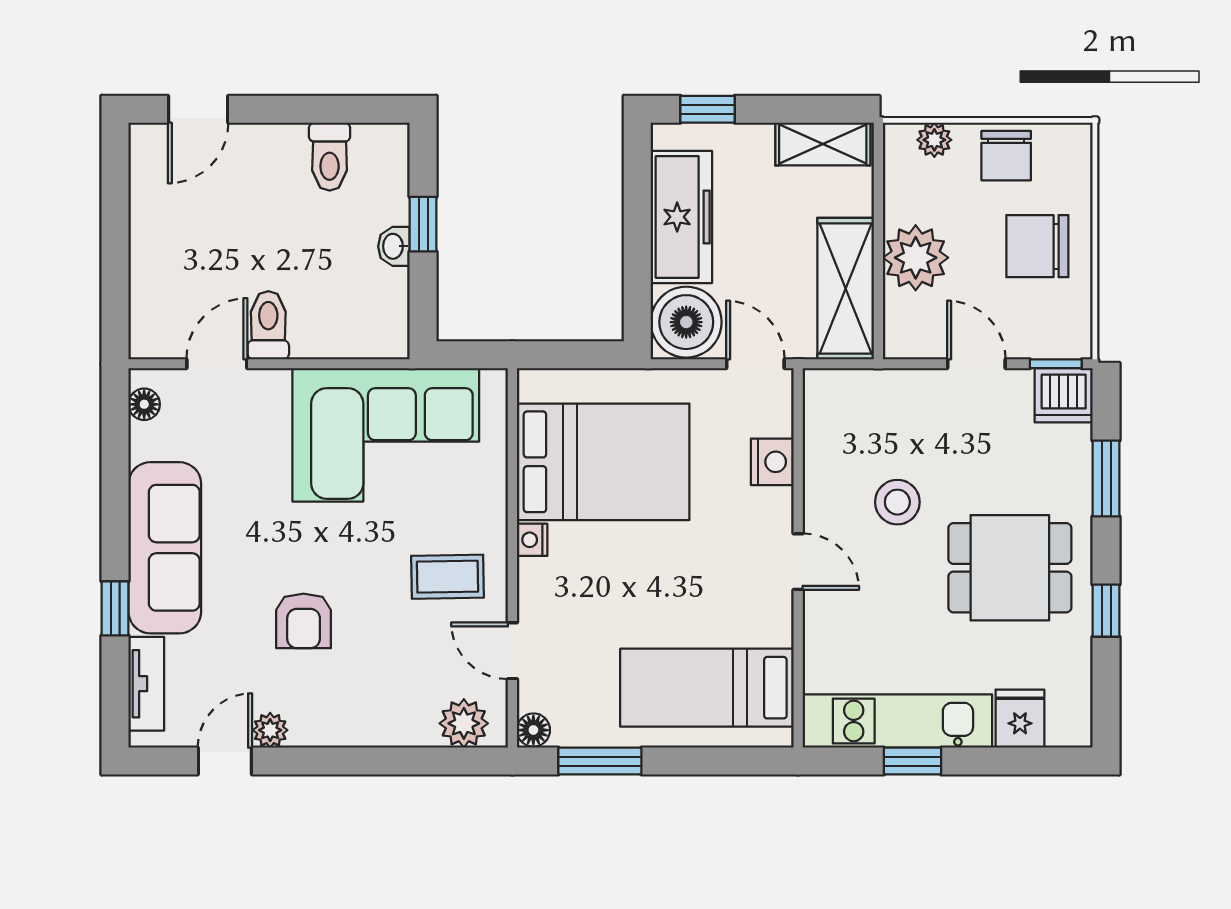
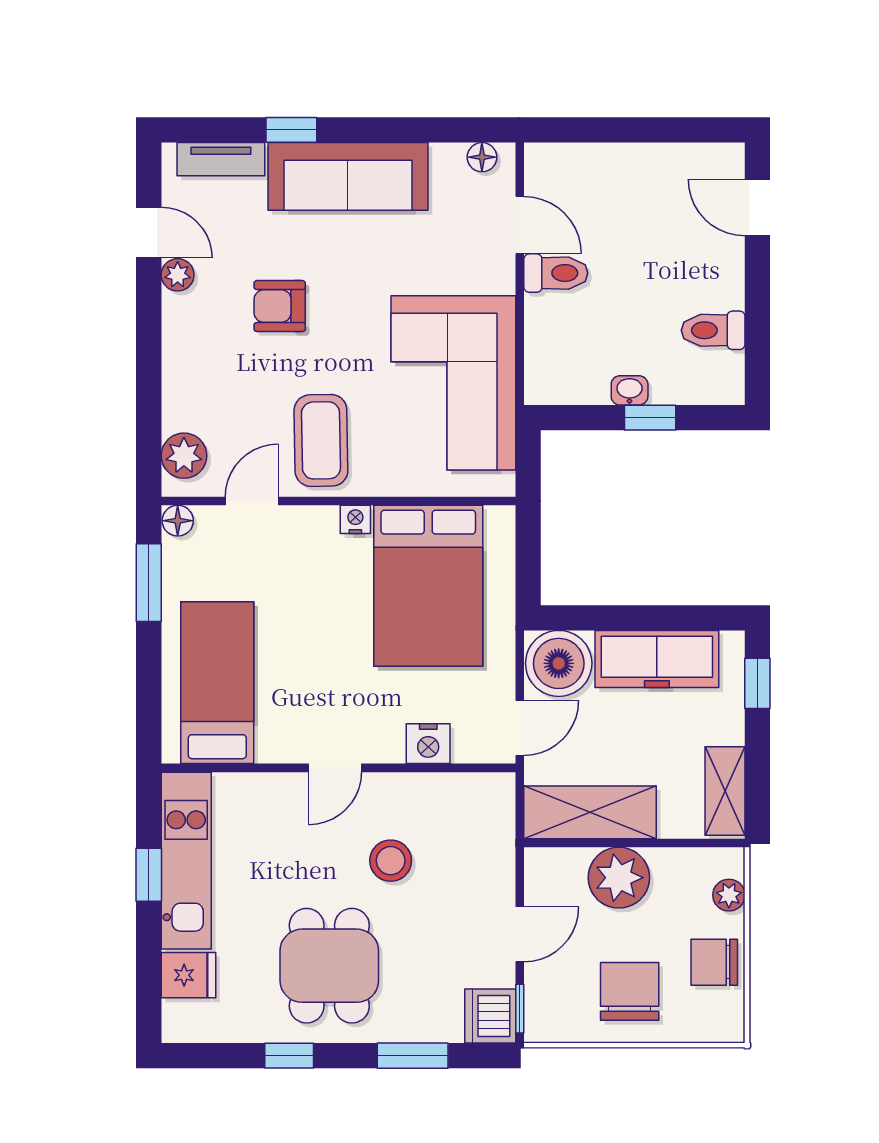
coffee table: (447, 577) -> (321, 440), width x1.36, depth x1.30

